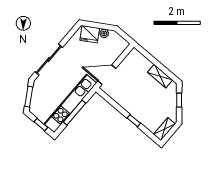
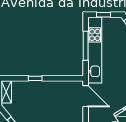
door: (107, 75) -> (86, 96), hinge flipped

